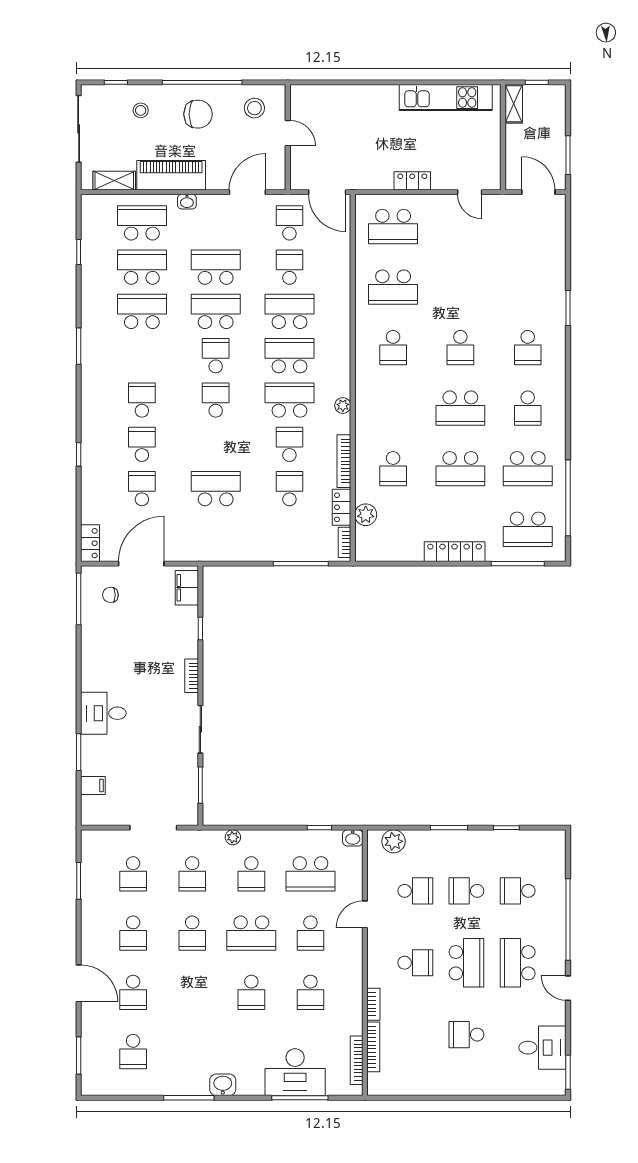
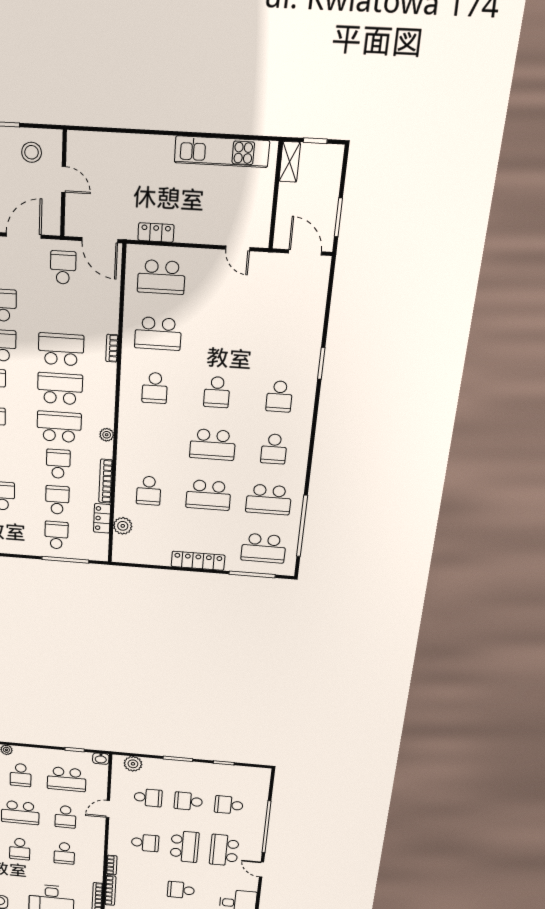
locker: (412, 181) -> (156, 232), moved
school desk: (289, 267) -> (56, 535), moved
bookcase: (345, 542) -> (112, 348), moved

